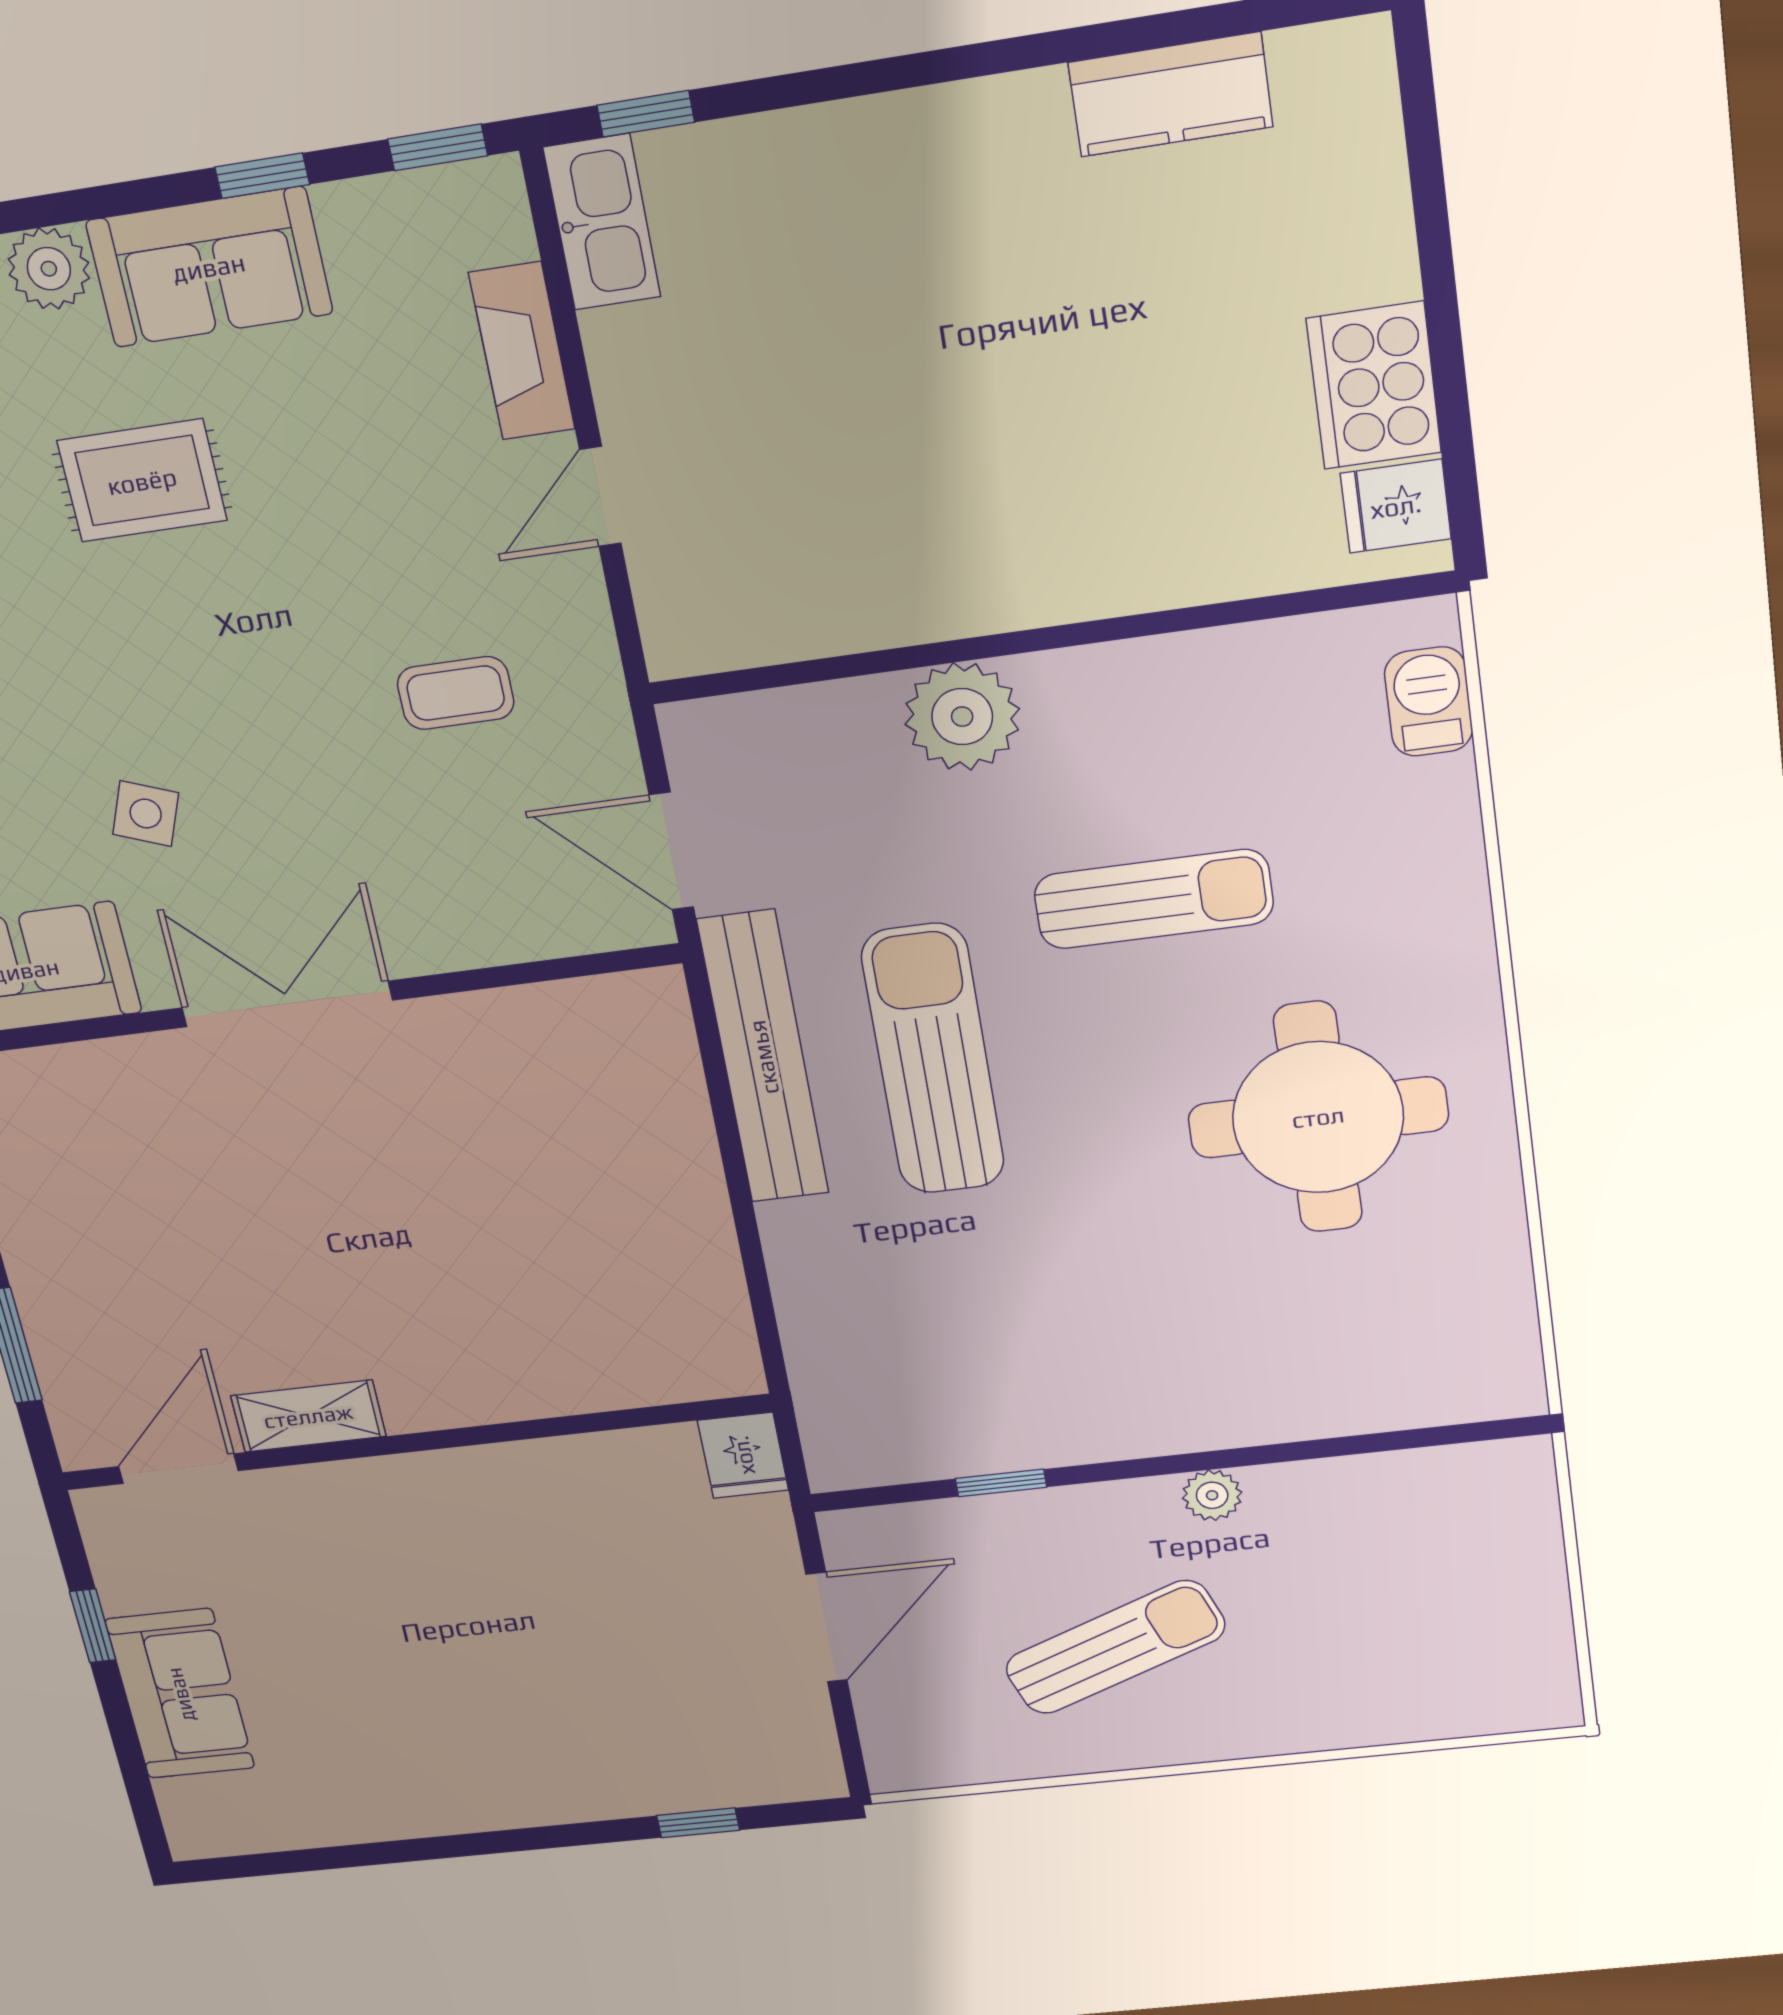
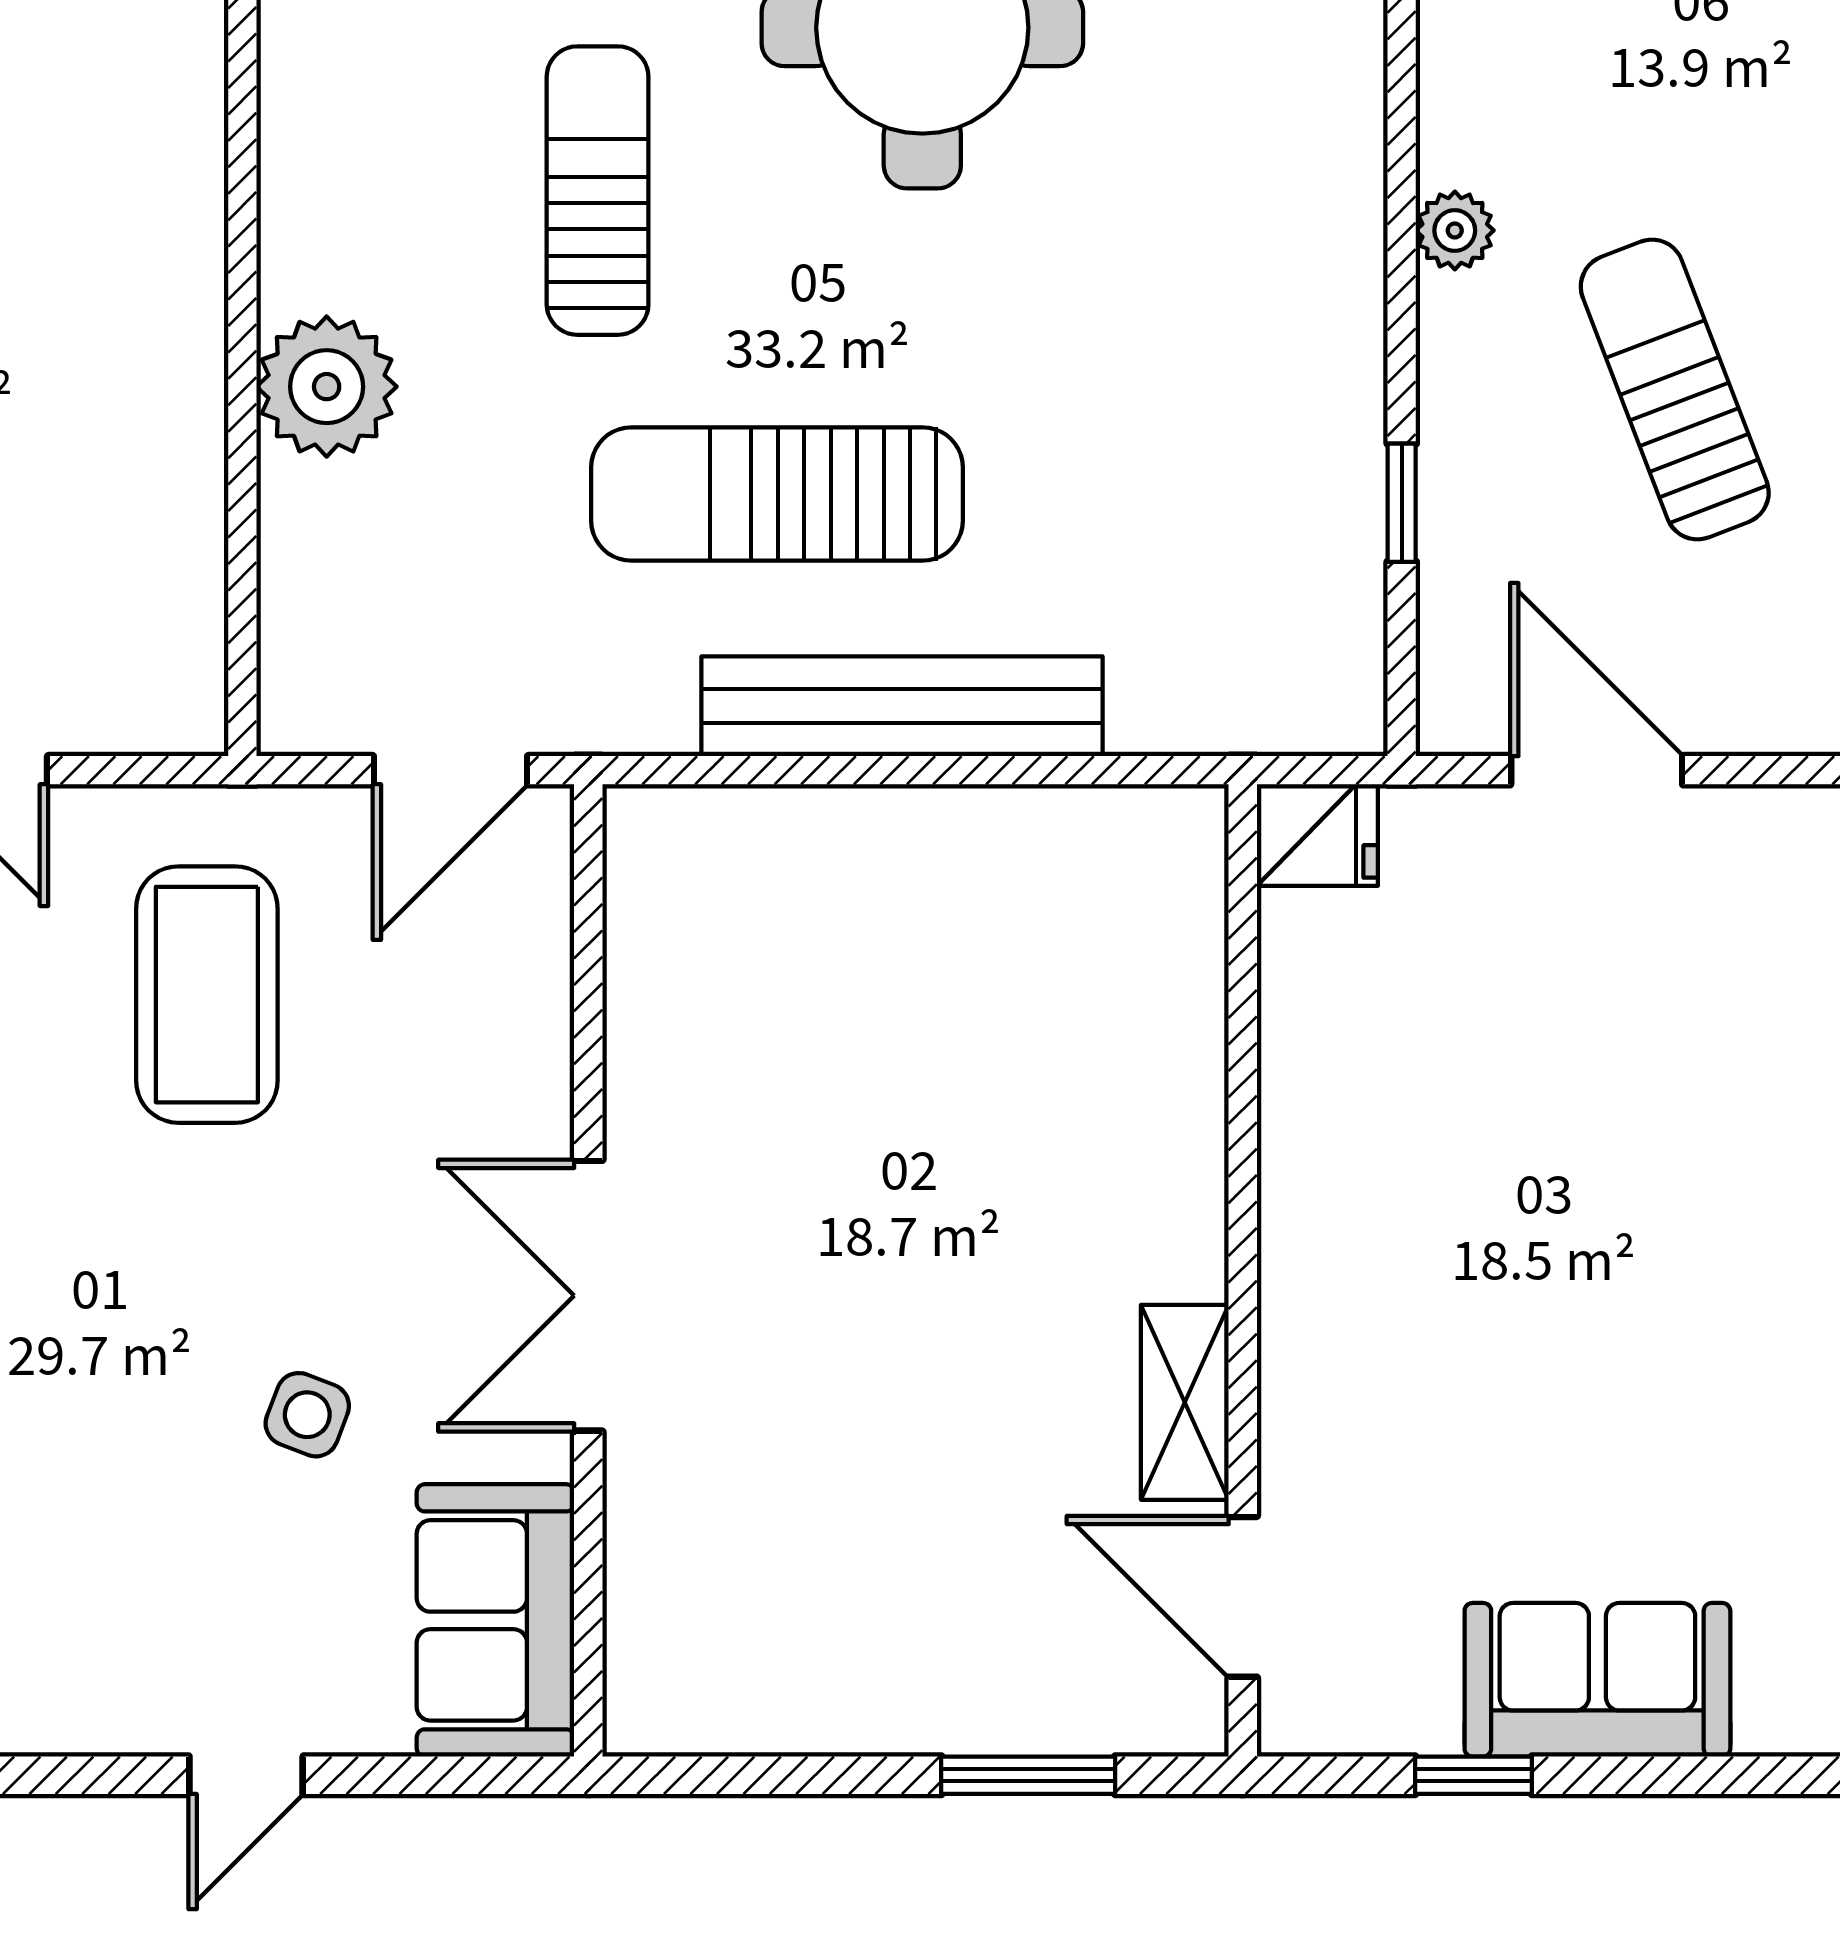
coffee table: (456, 693) -> (207, 995), width x1.86, depth x1.72
bench: (763, 1057) -> (902, 706), moved

